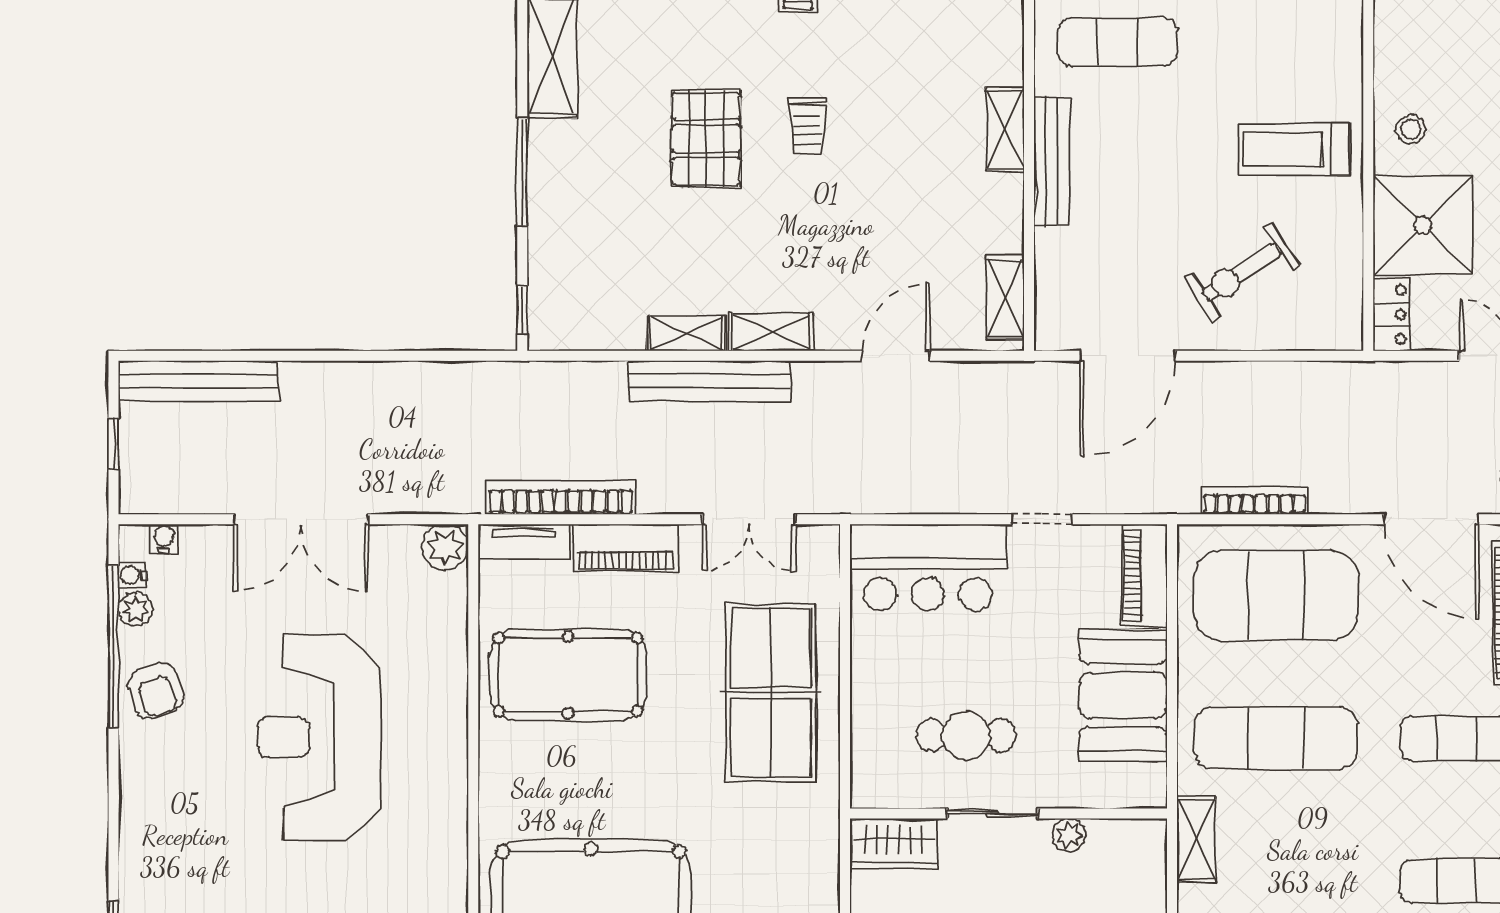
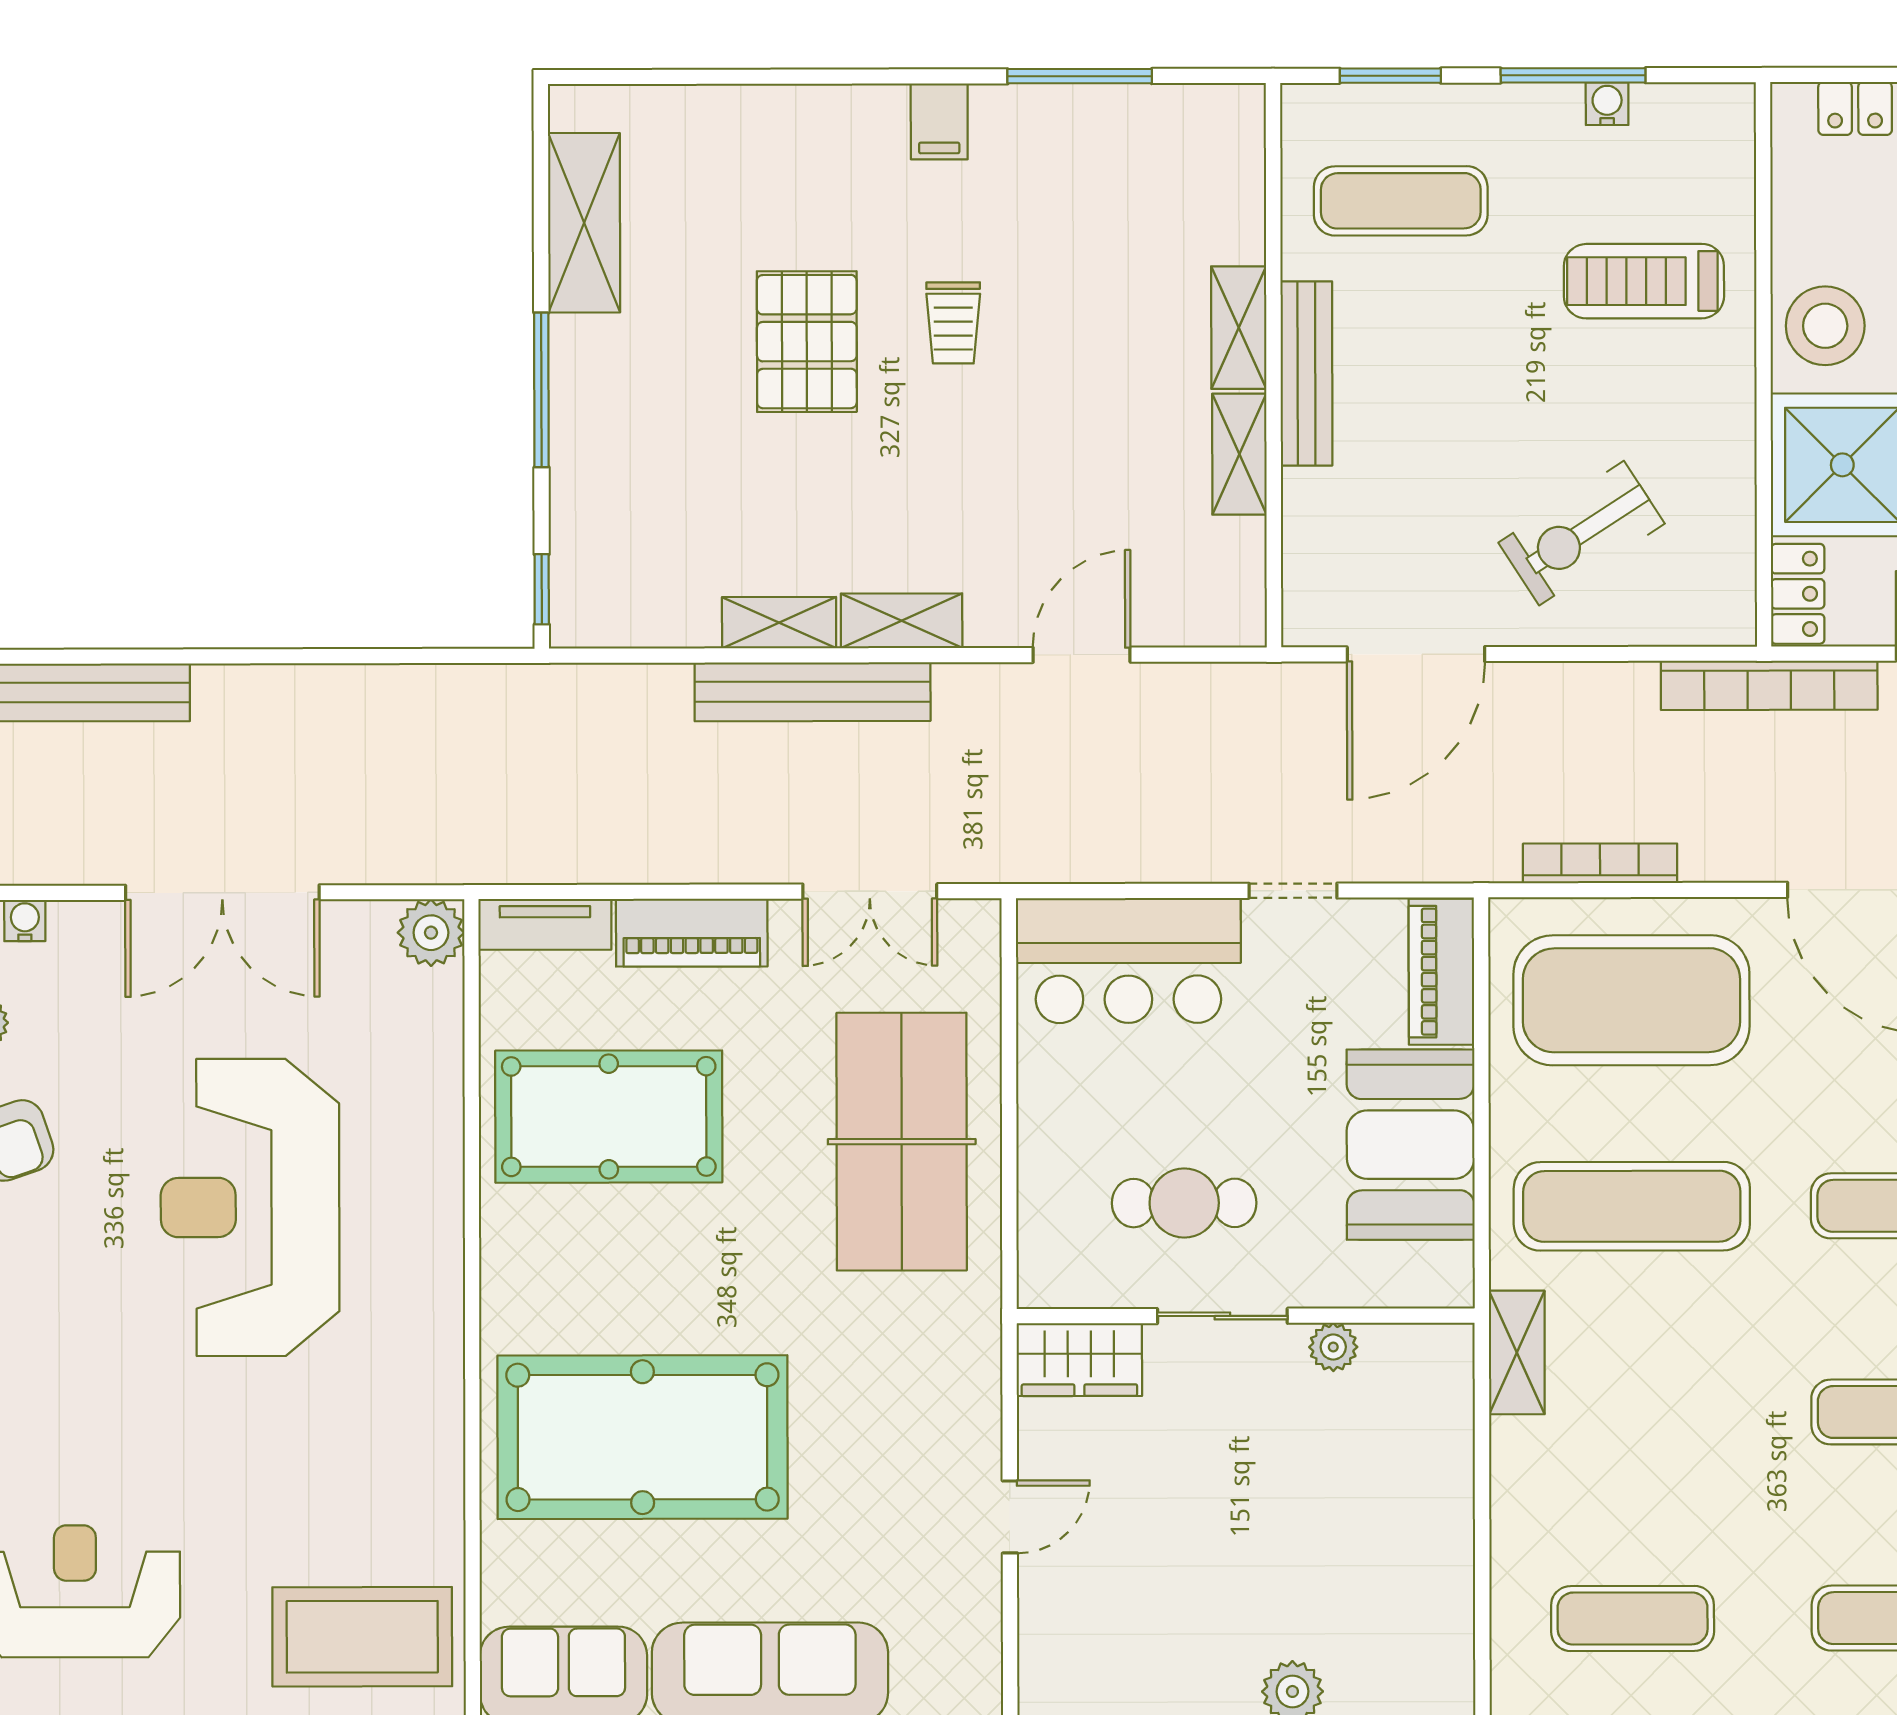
stool: (1411, 129) -> (1825, 326), width x1.89, depth x1.89
treadmill: (1294, 149) -> (1644, 281), moved
shelving: (1005, 298) -> (1239, 454), moved
bookcase: (561, 497) -> (1769, 685), moved, turned 180

